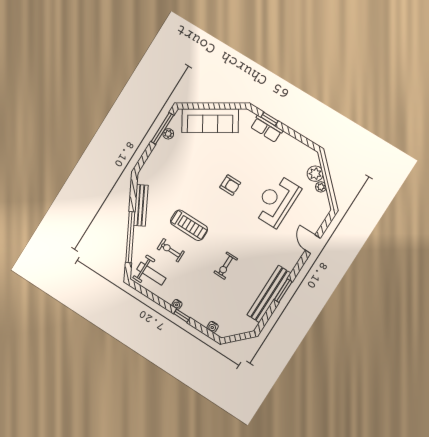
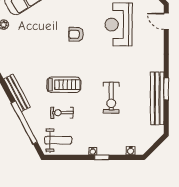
armchair: (230, 185) -> (76, 34), turned 180
door: (313, 244) -> (166, 21), moved
exercise bike: (226, 266) -> (111, 98), width x1.38, depth x1.39

